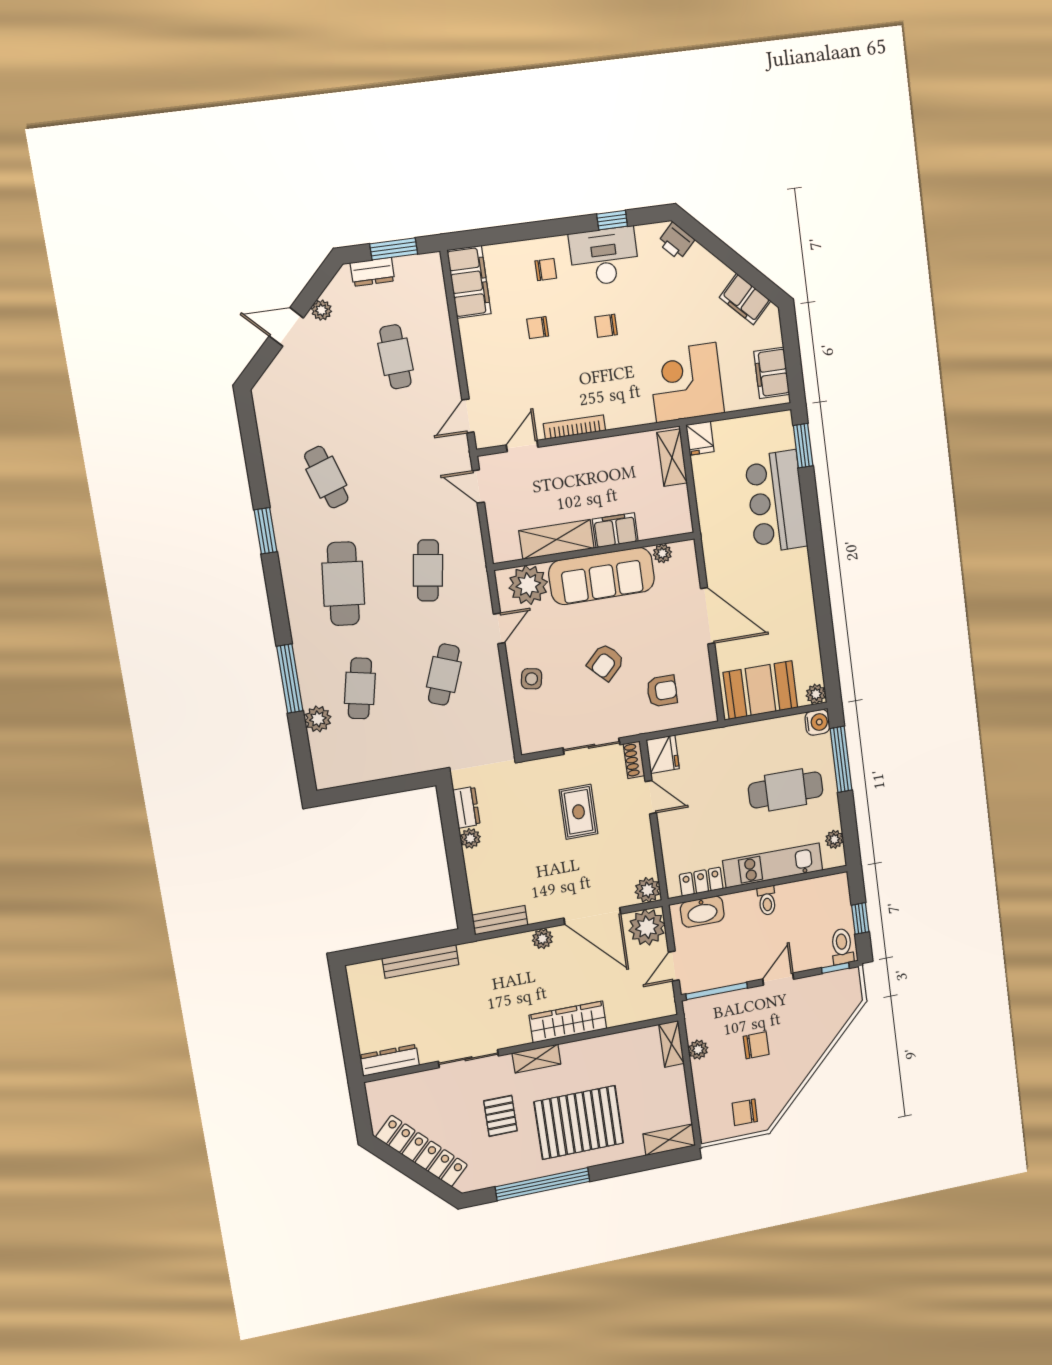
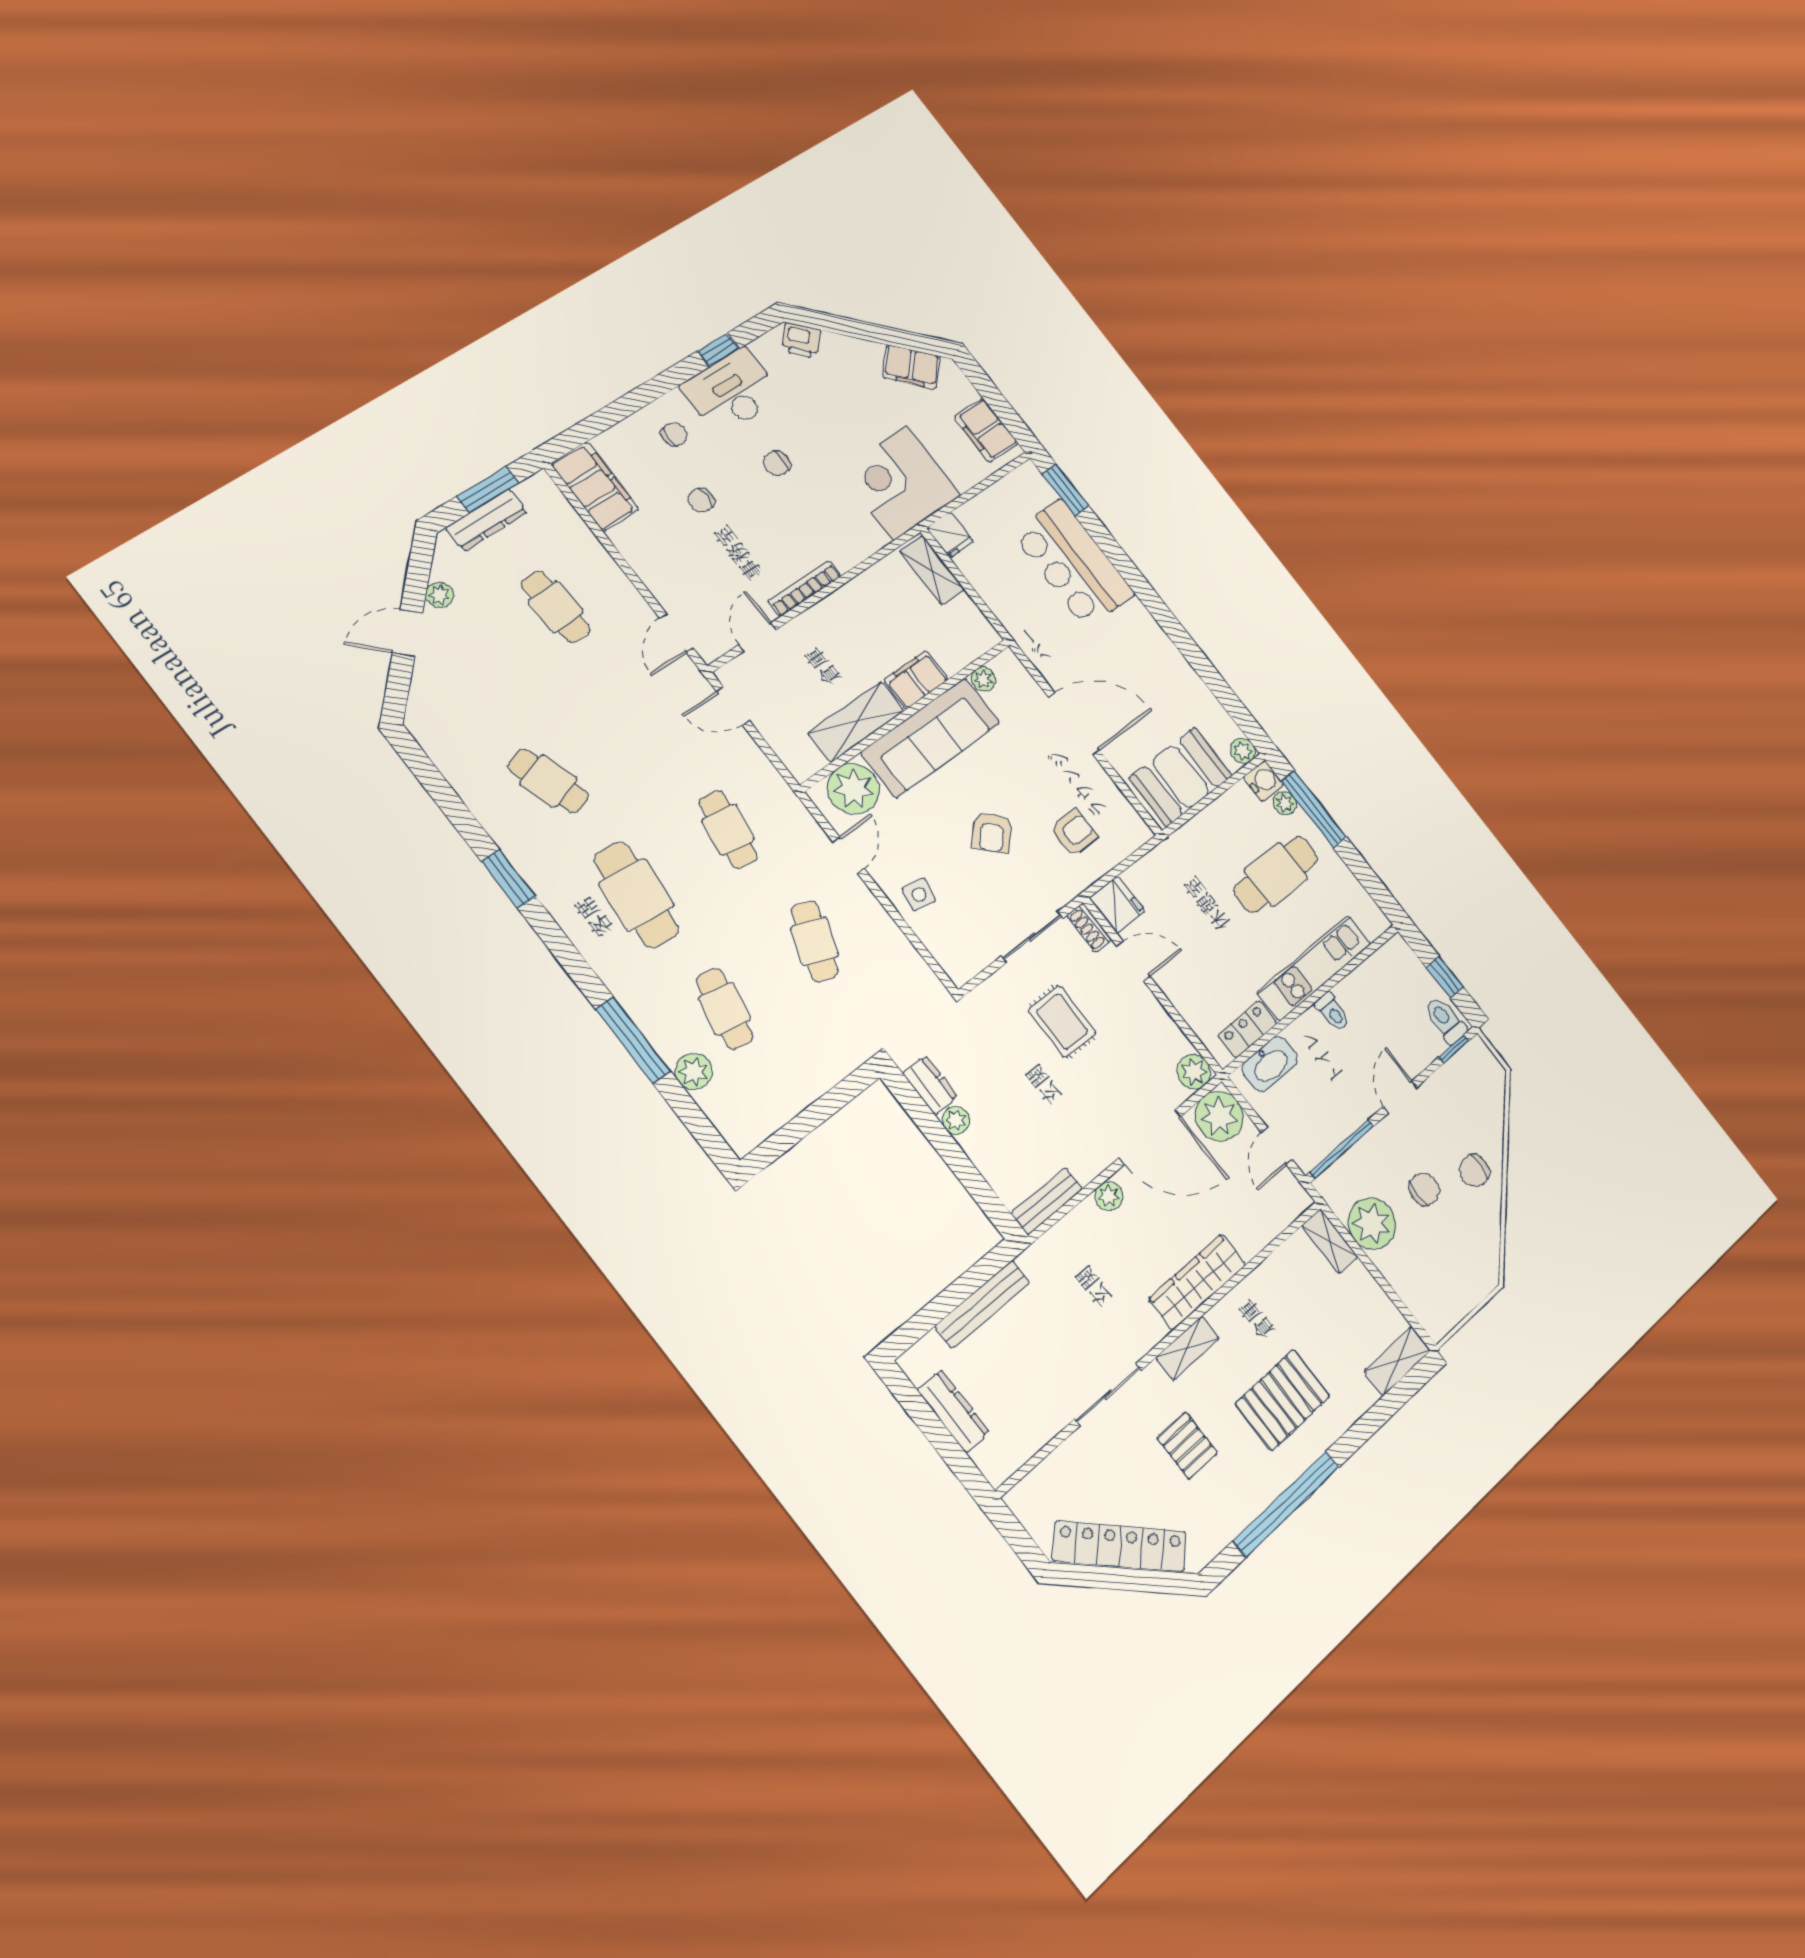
dresser: (372, 272) -> (487, 520), width x1.44
plant: (834, 839) -> (1285, 803), moved
plant: (698, 1050) -> (1372, 1224), width x1.88, depth x1.88
dresser: (389, 1060) -> (953, 1411), moved, turned 90
chair: (745, 1112) -> (1474, 1171), moved
pallet: (579, 1122) -> (1283, 1400), width x0.73, depth x0.71

